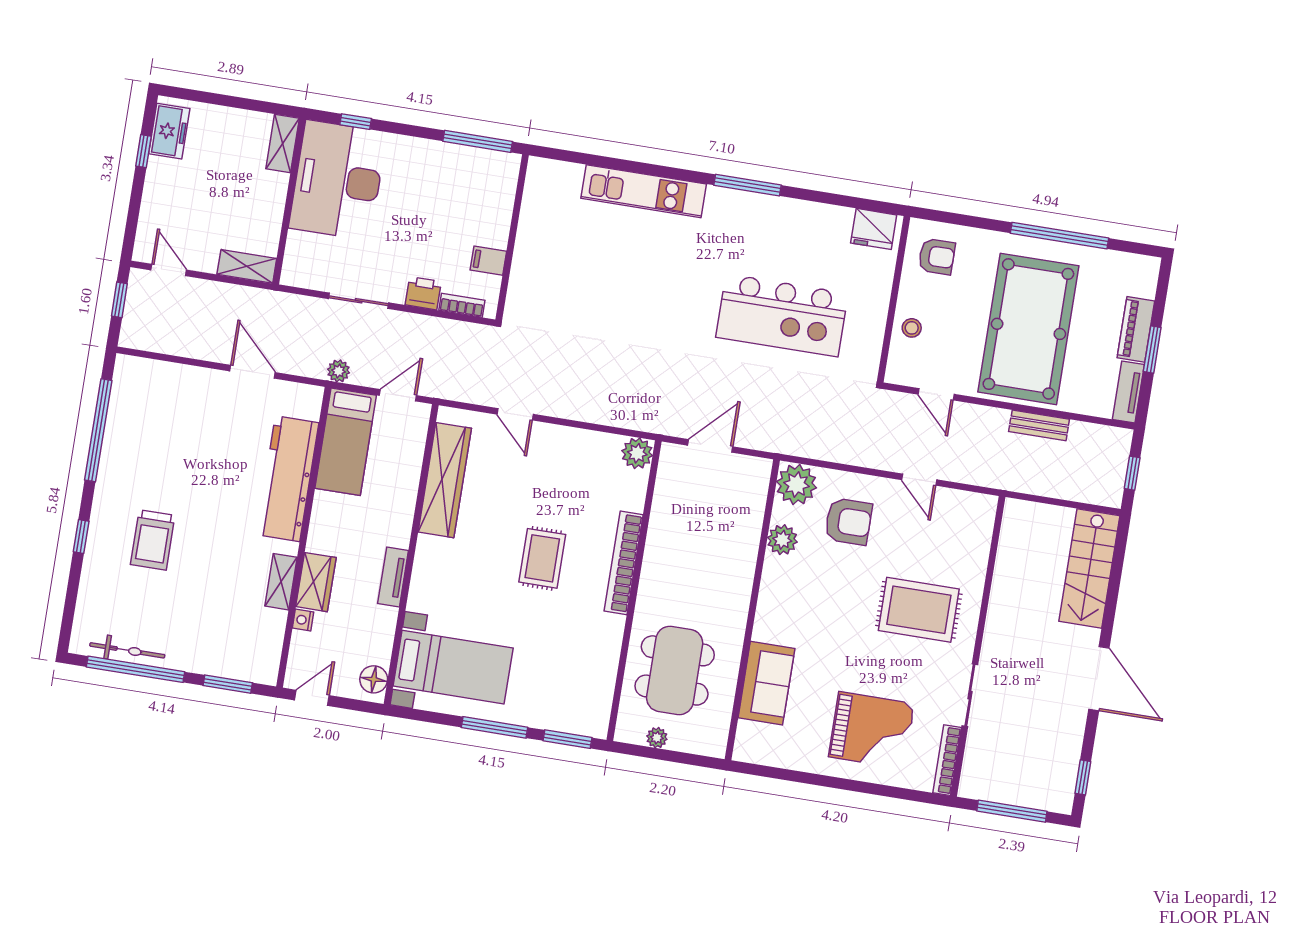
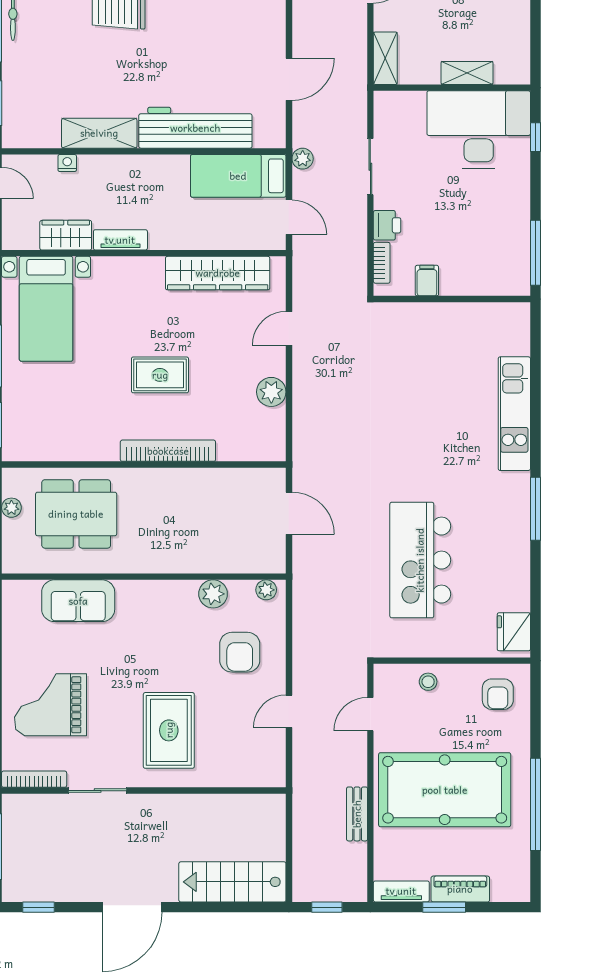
shelving: (283, 143) -> (467, 73), moved
plant: (637, 453) -> (271, 392), moved
plant: (796, 485) -> (266, 590), width x0.53, depth x0.53
shelving: (281, 582) -> (99, 133), width x1.50, depth x1.33
wardrobe: (316, 582) -> (66, 235), moved, turned 180
floor lamp: (374, 679) -> (23, 237), removed
grand piano: (872, 730) -> (50, 705), turned 90

